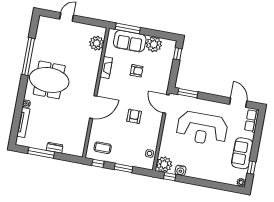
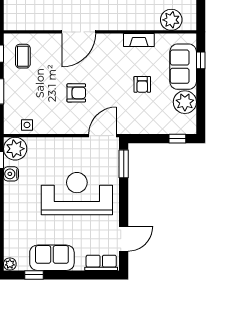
window: (128, 28) -> (201, 60), width x0.46
door: (93, 107) -> (79, 32), hinge flipped
reception desk: (202, 128) -> (77, 194), turned 90

